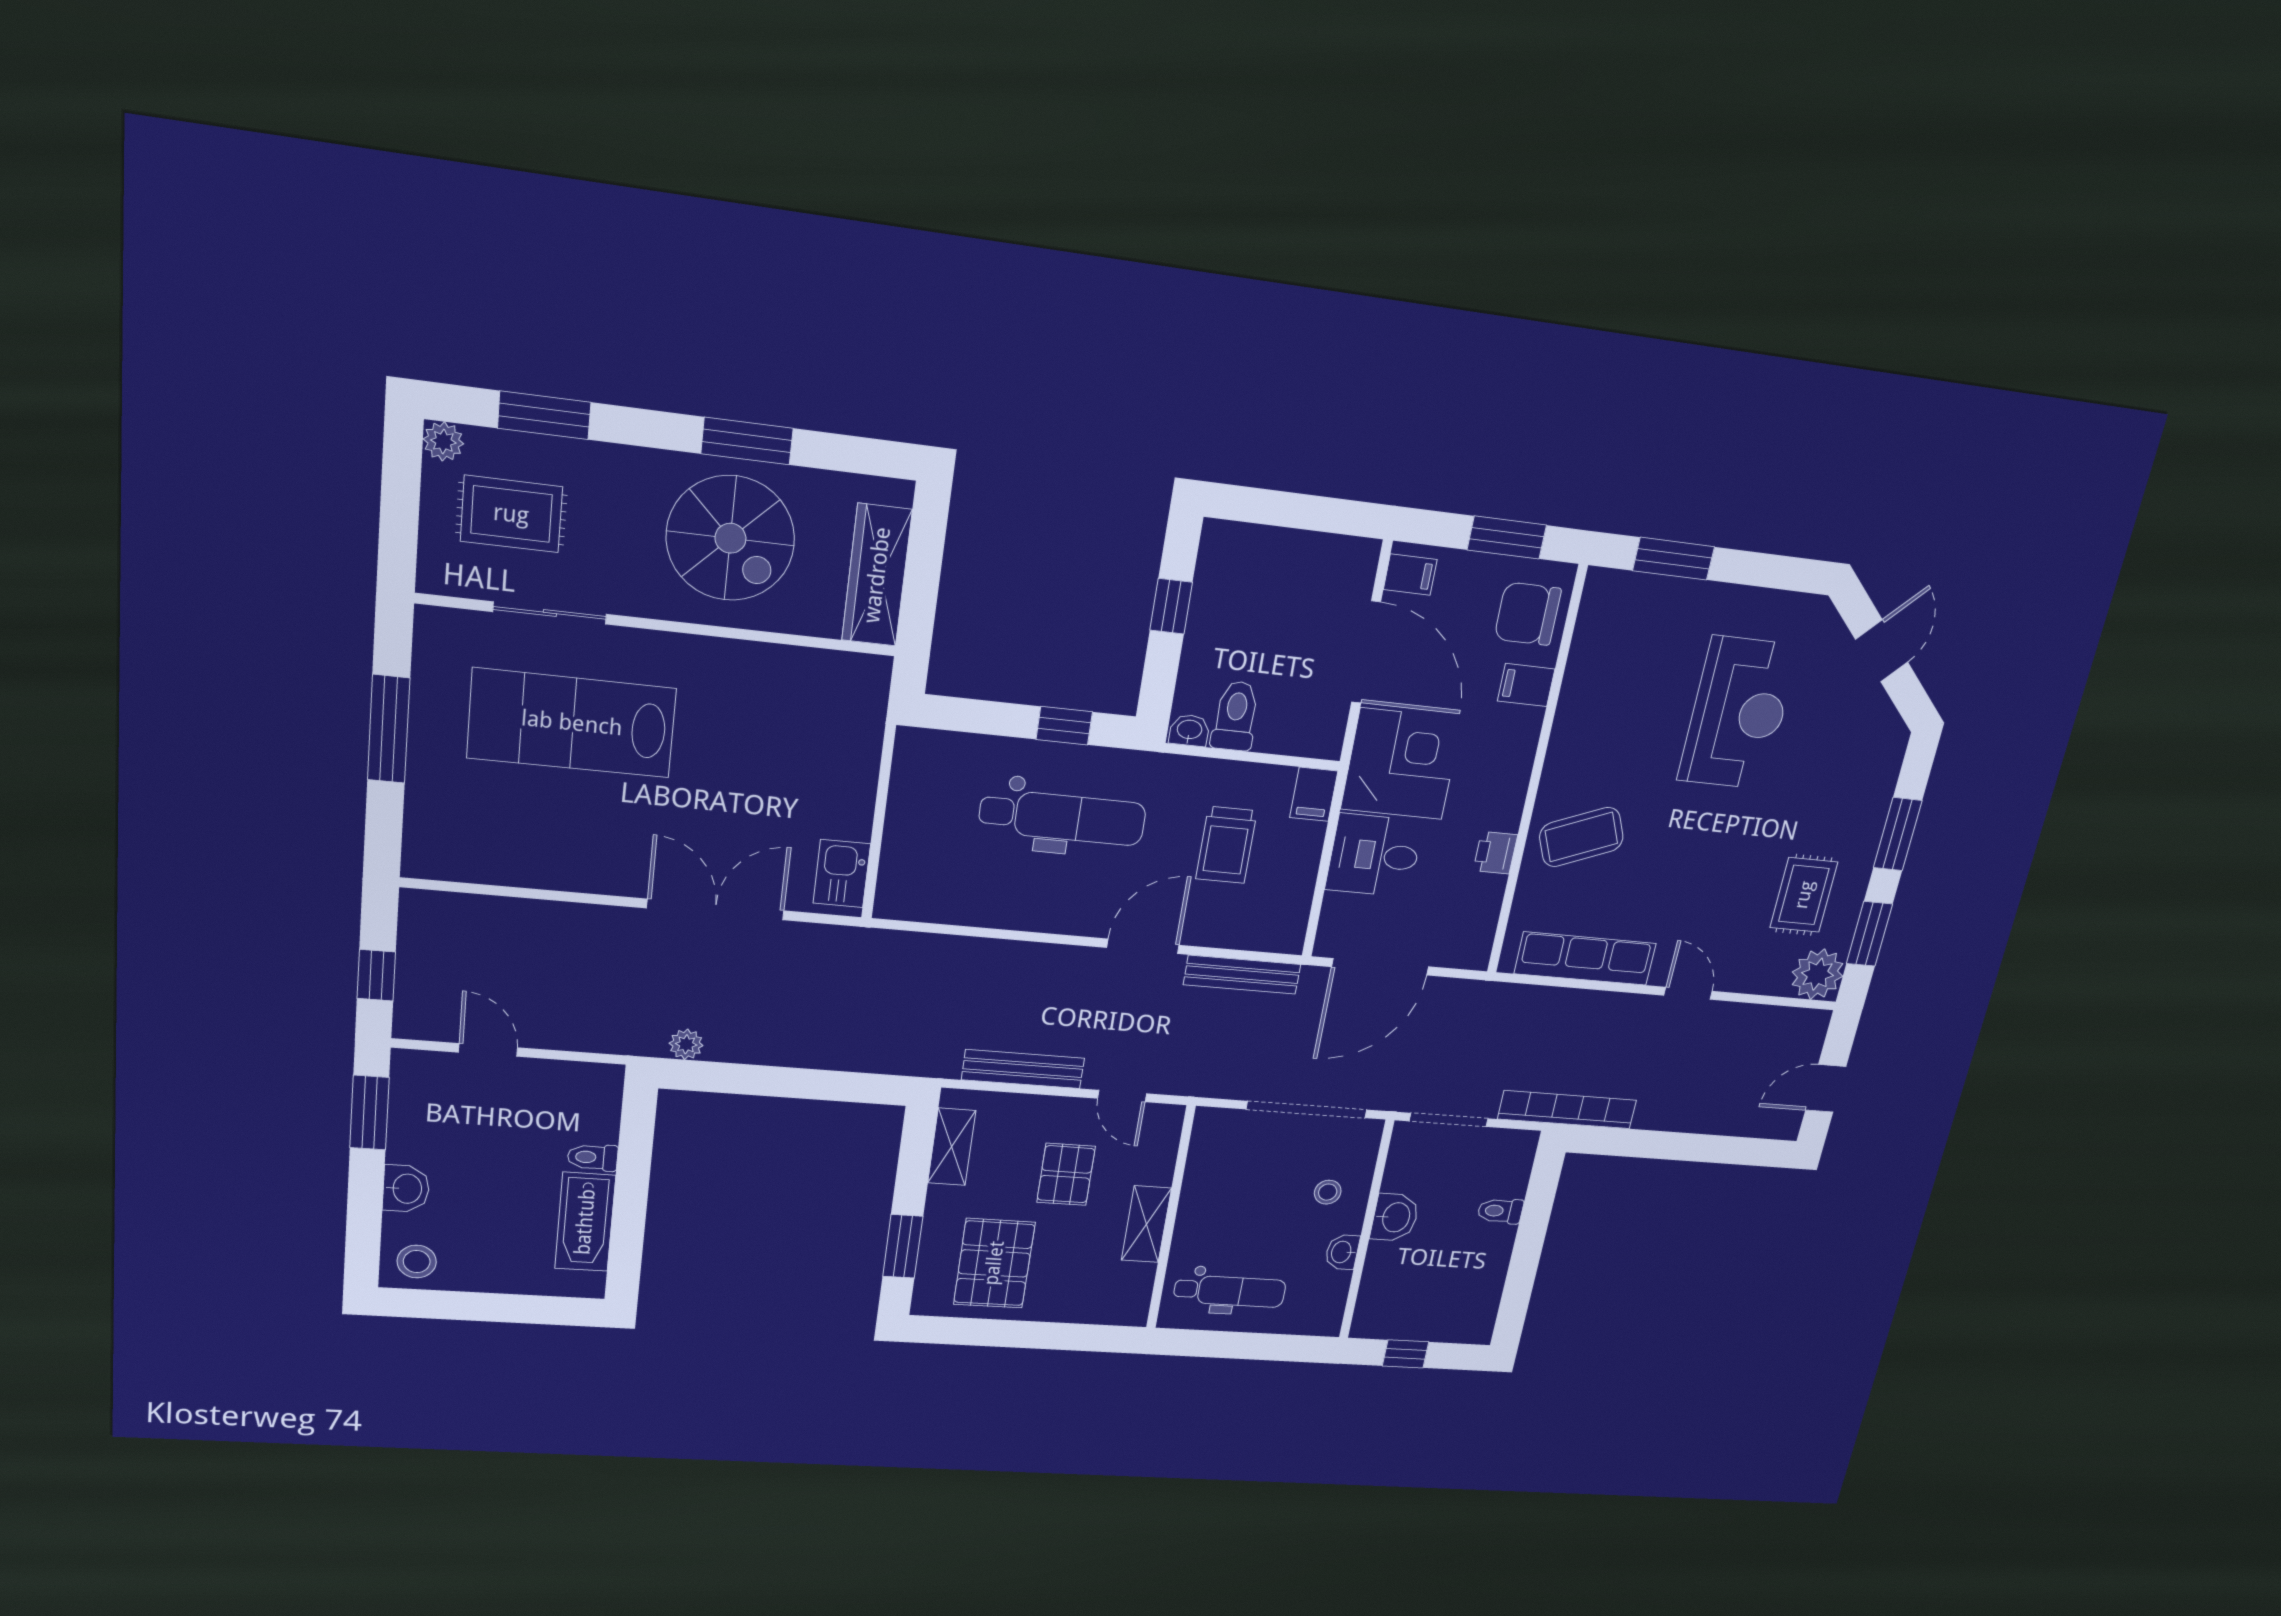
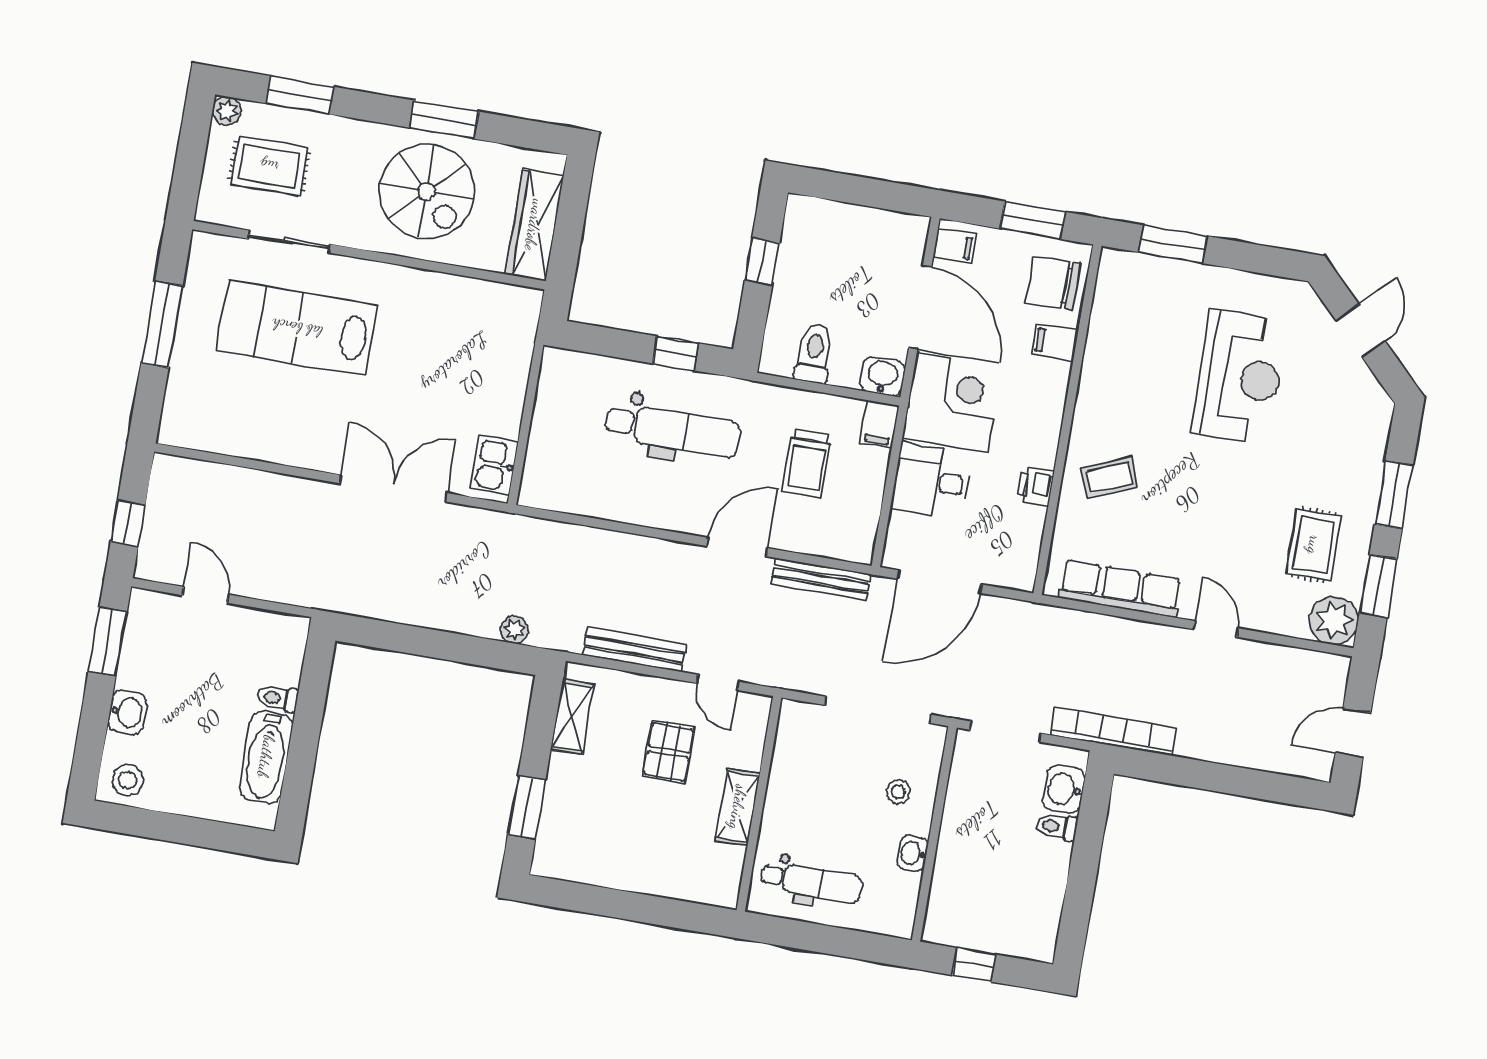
washbasin: (1189, 730) -> (883, 376), moved, width x1.38, depth x1.45
coffee table: (1581, 837) -> (1110, 477), width x0.73, depth x0.77
plant: (686, 1044) -> (514, 630), moved
washbasin: (1395, 1217) -> (1064, 789), moved, turned 180
pallet: (994, 1263) -> (604, 832), removed

